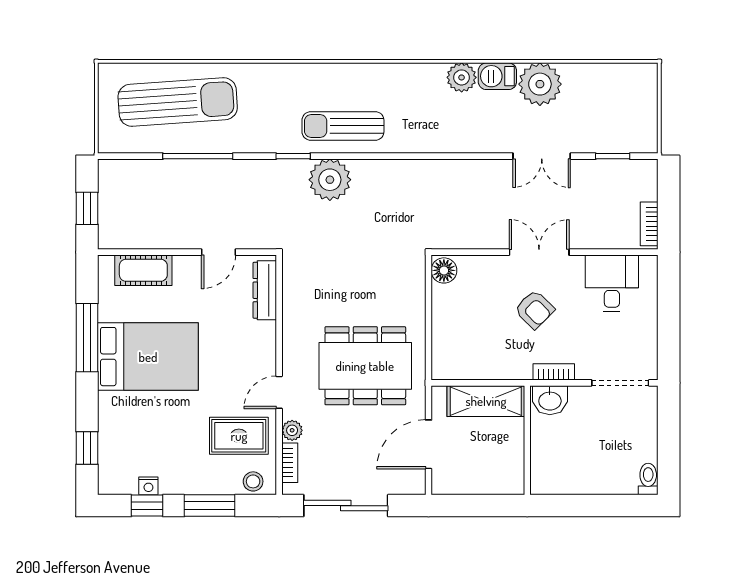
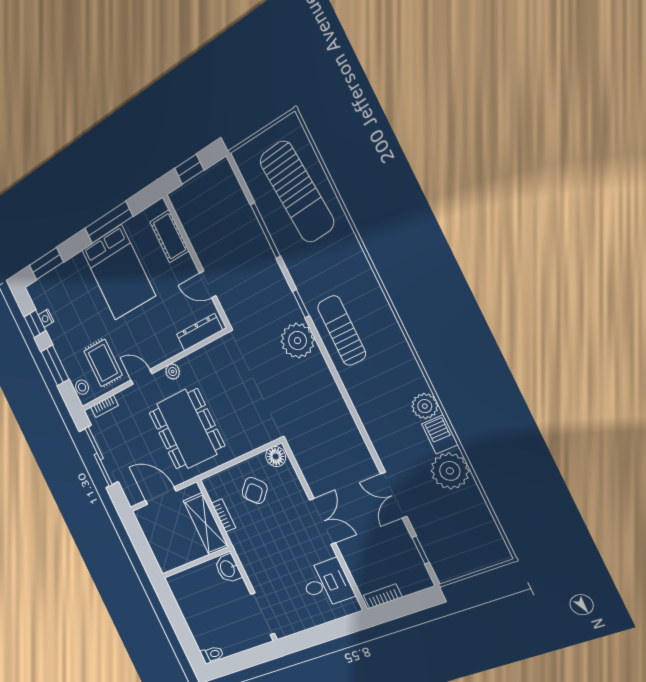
armchair: (535, 309) -> (255, 491), moved
bookcase: (554, 372) -> (224, 515), moved
plant: (292, 430) -> (173, 372), moved
window: (87, 448) -> (46, 264), width x1.50

